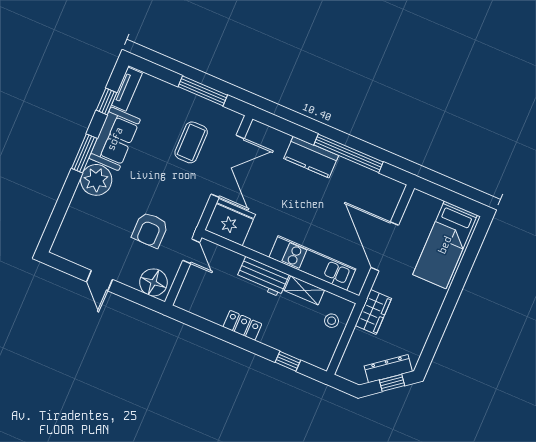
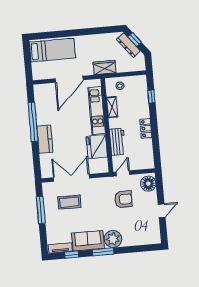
fridge: (230, 222) -> (97, 147), moved
workbench: (263, 277) -> (117, 142), moved

